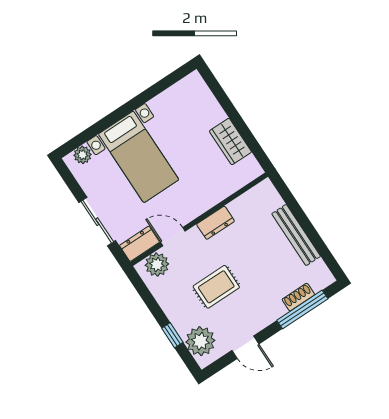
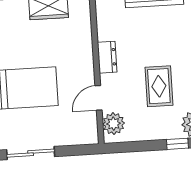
sliding door: (97, 222) -> (31, 153), moved
dresser: (139, 244) -> (89, 128), removed

